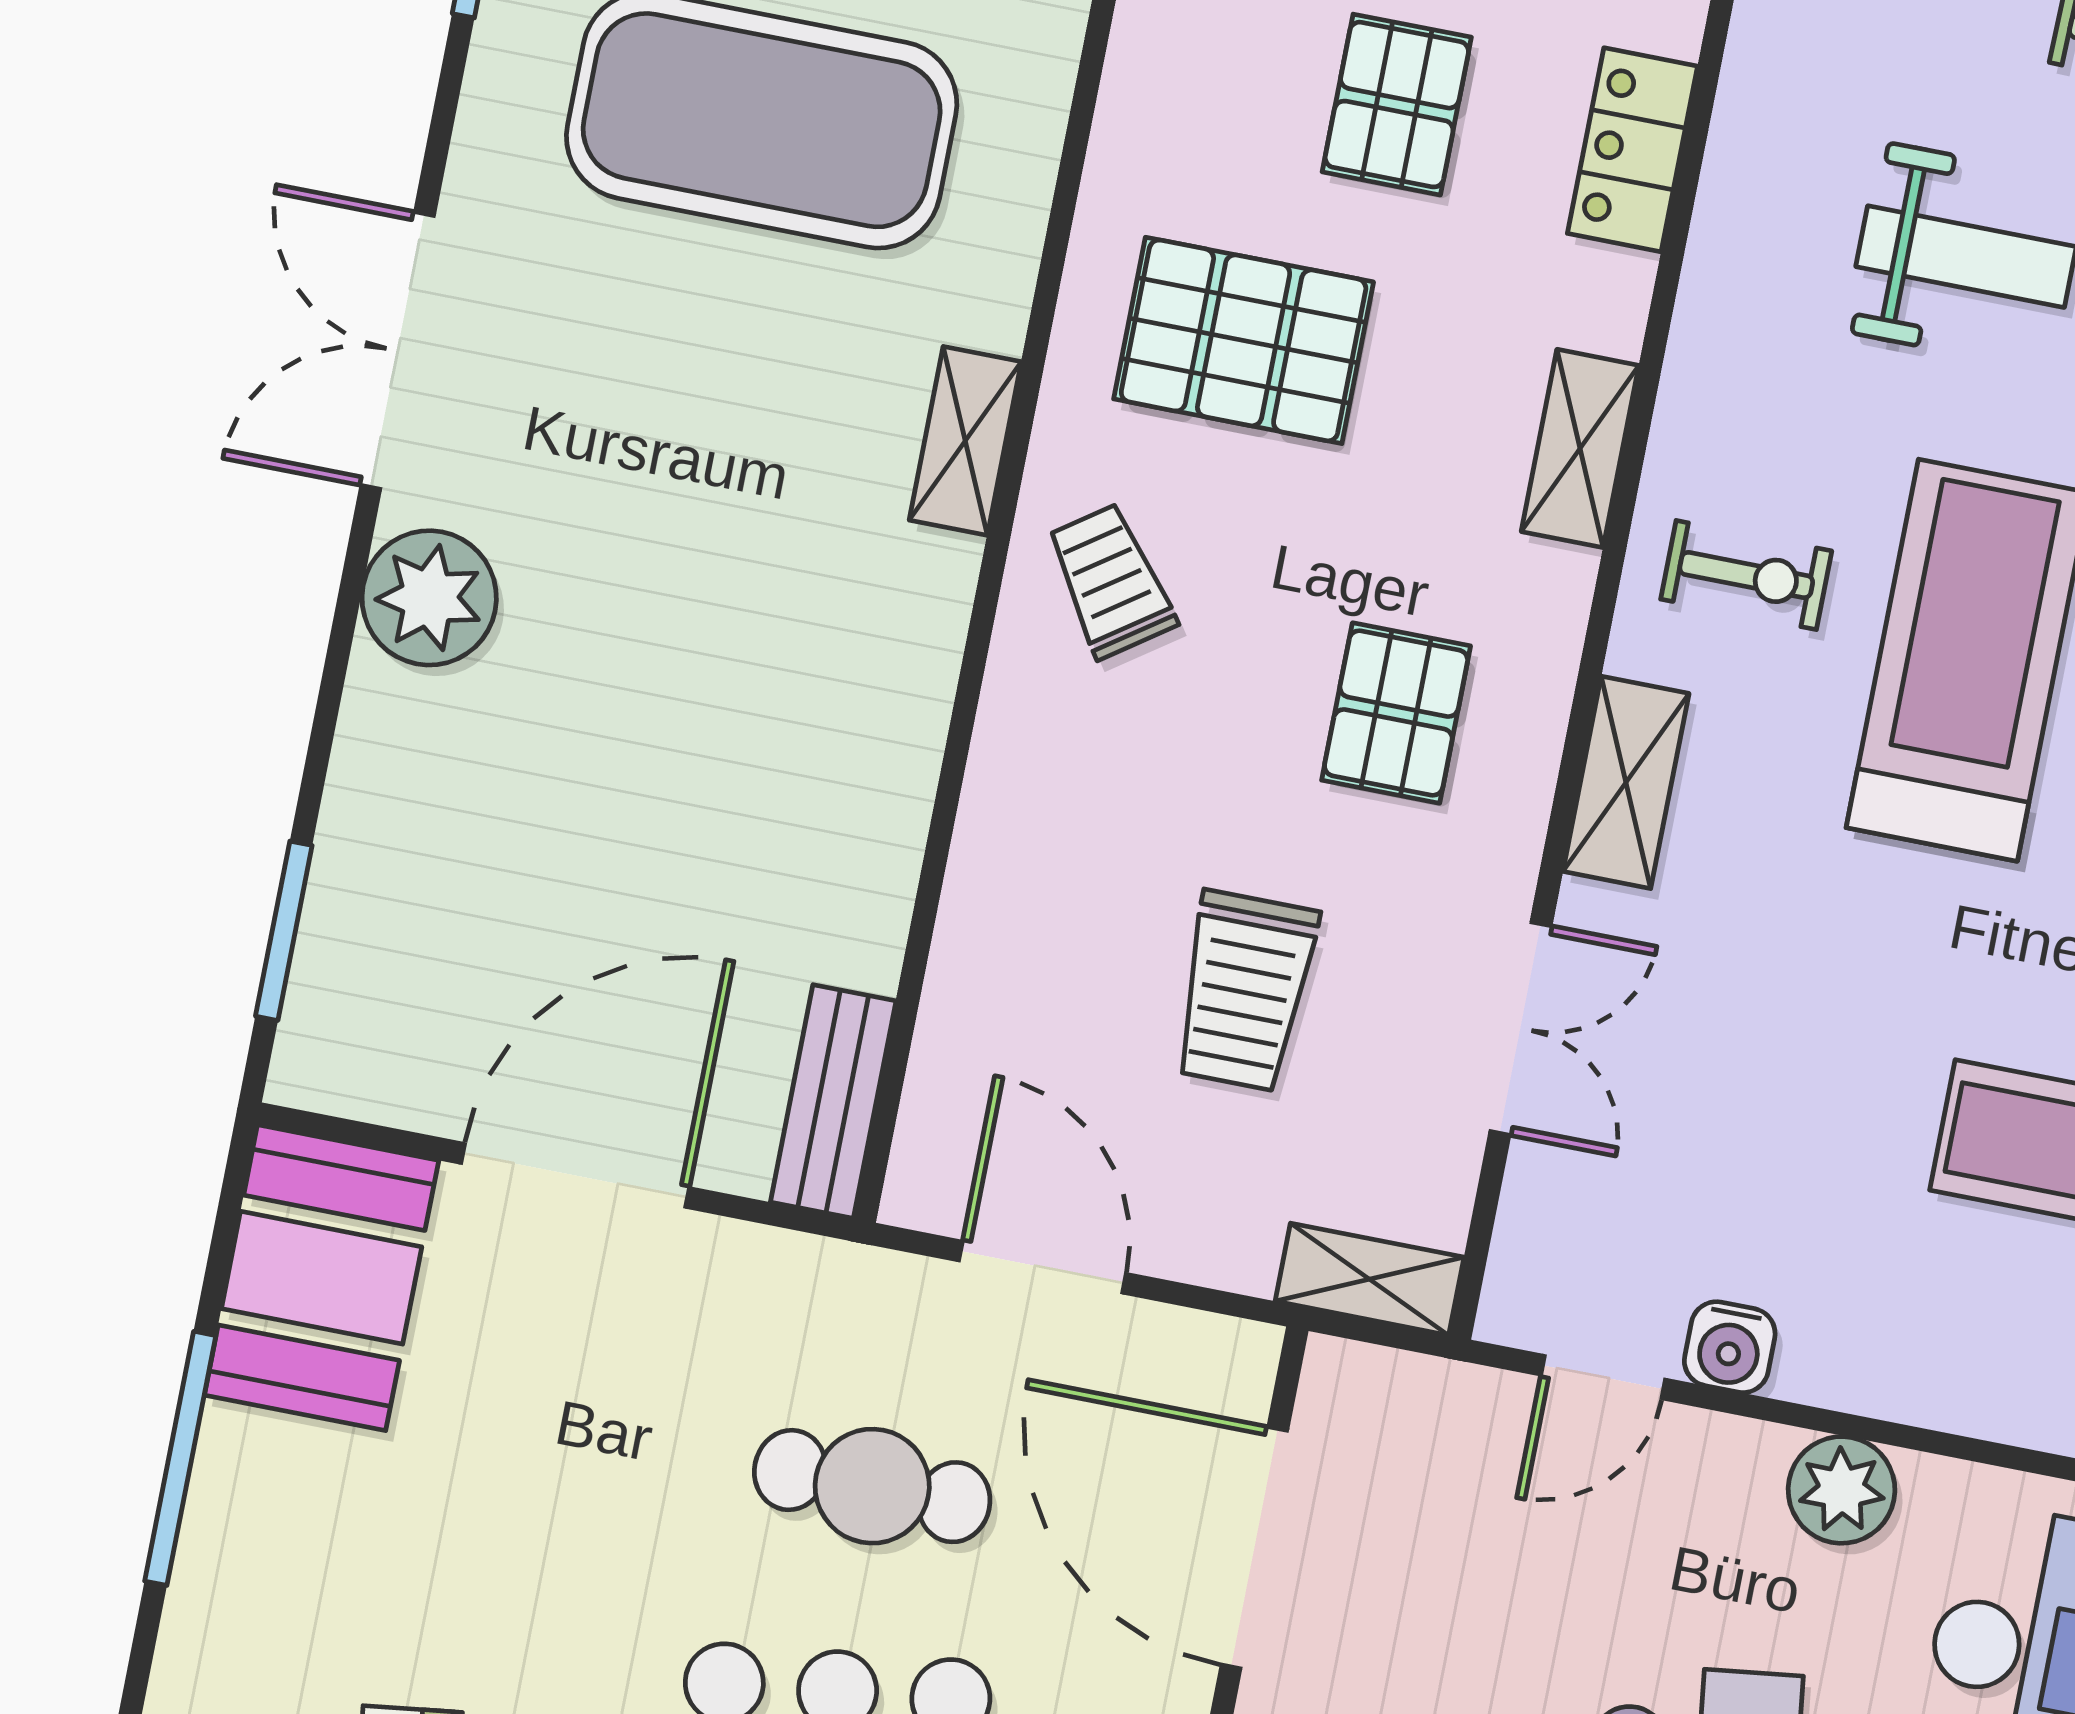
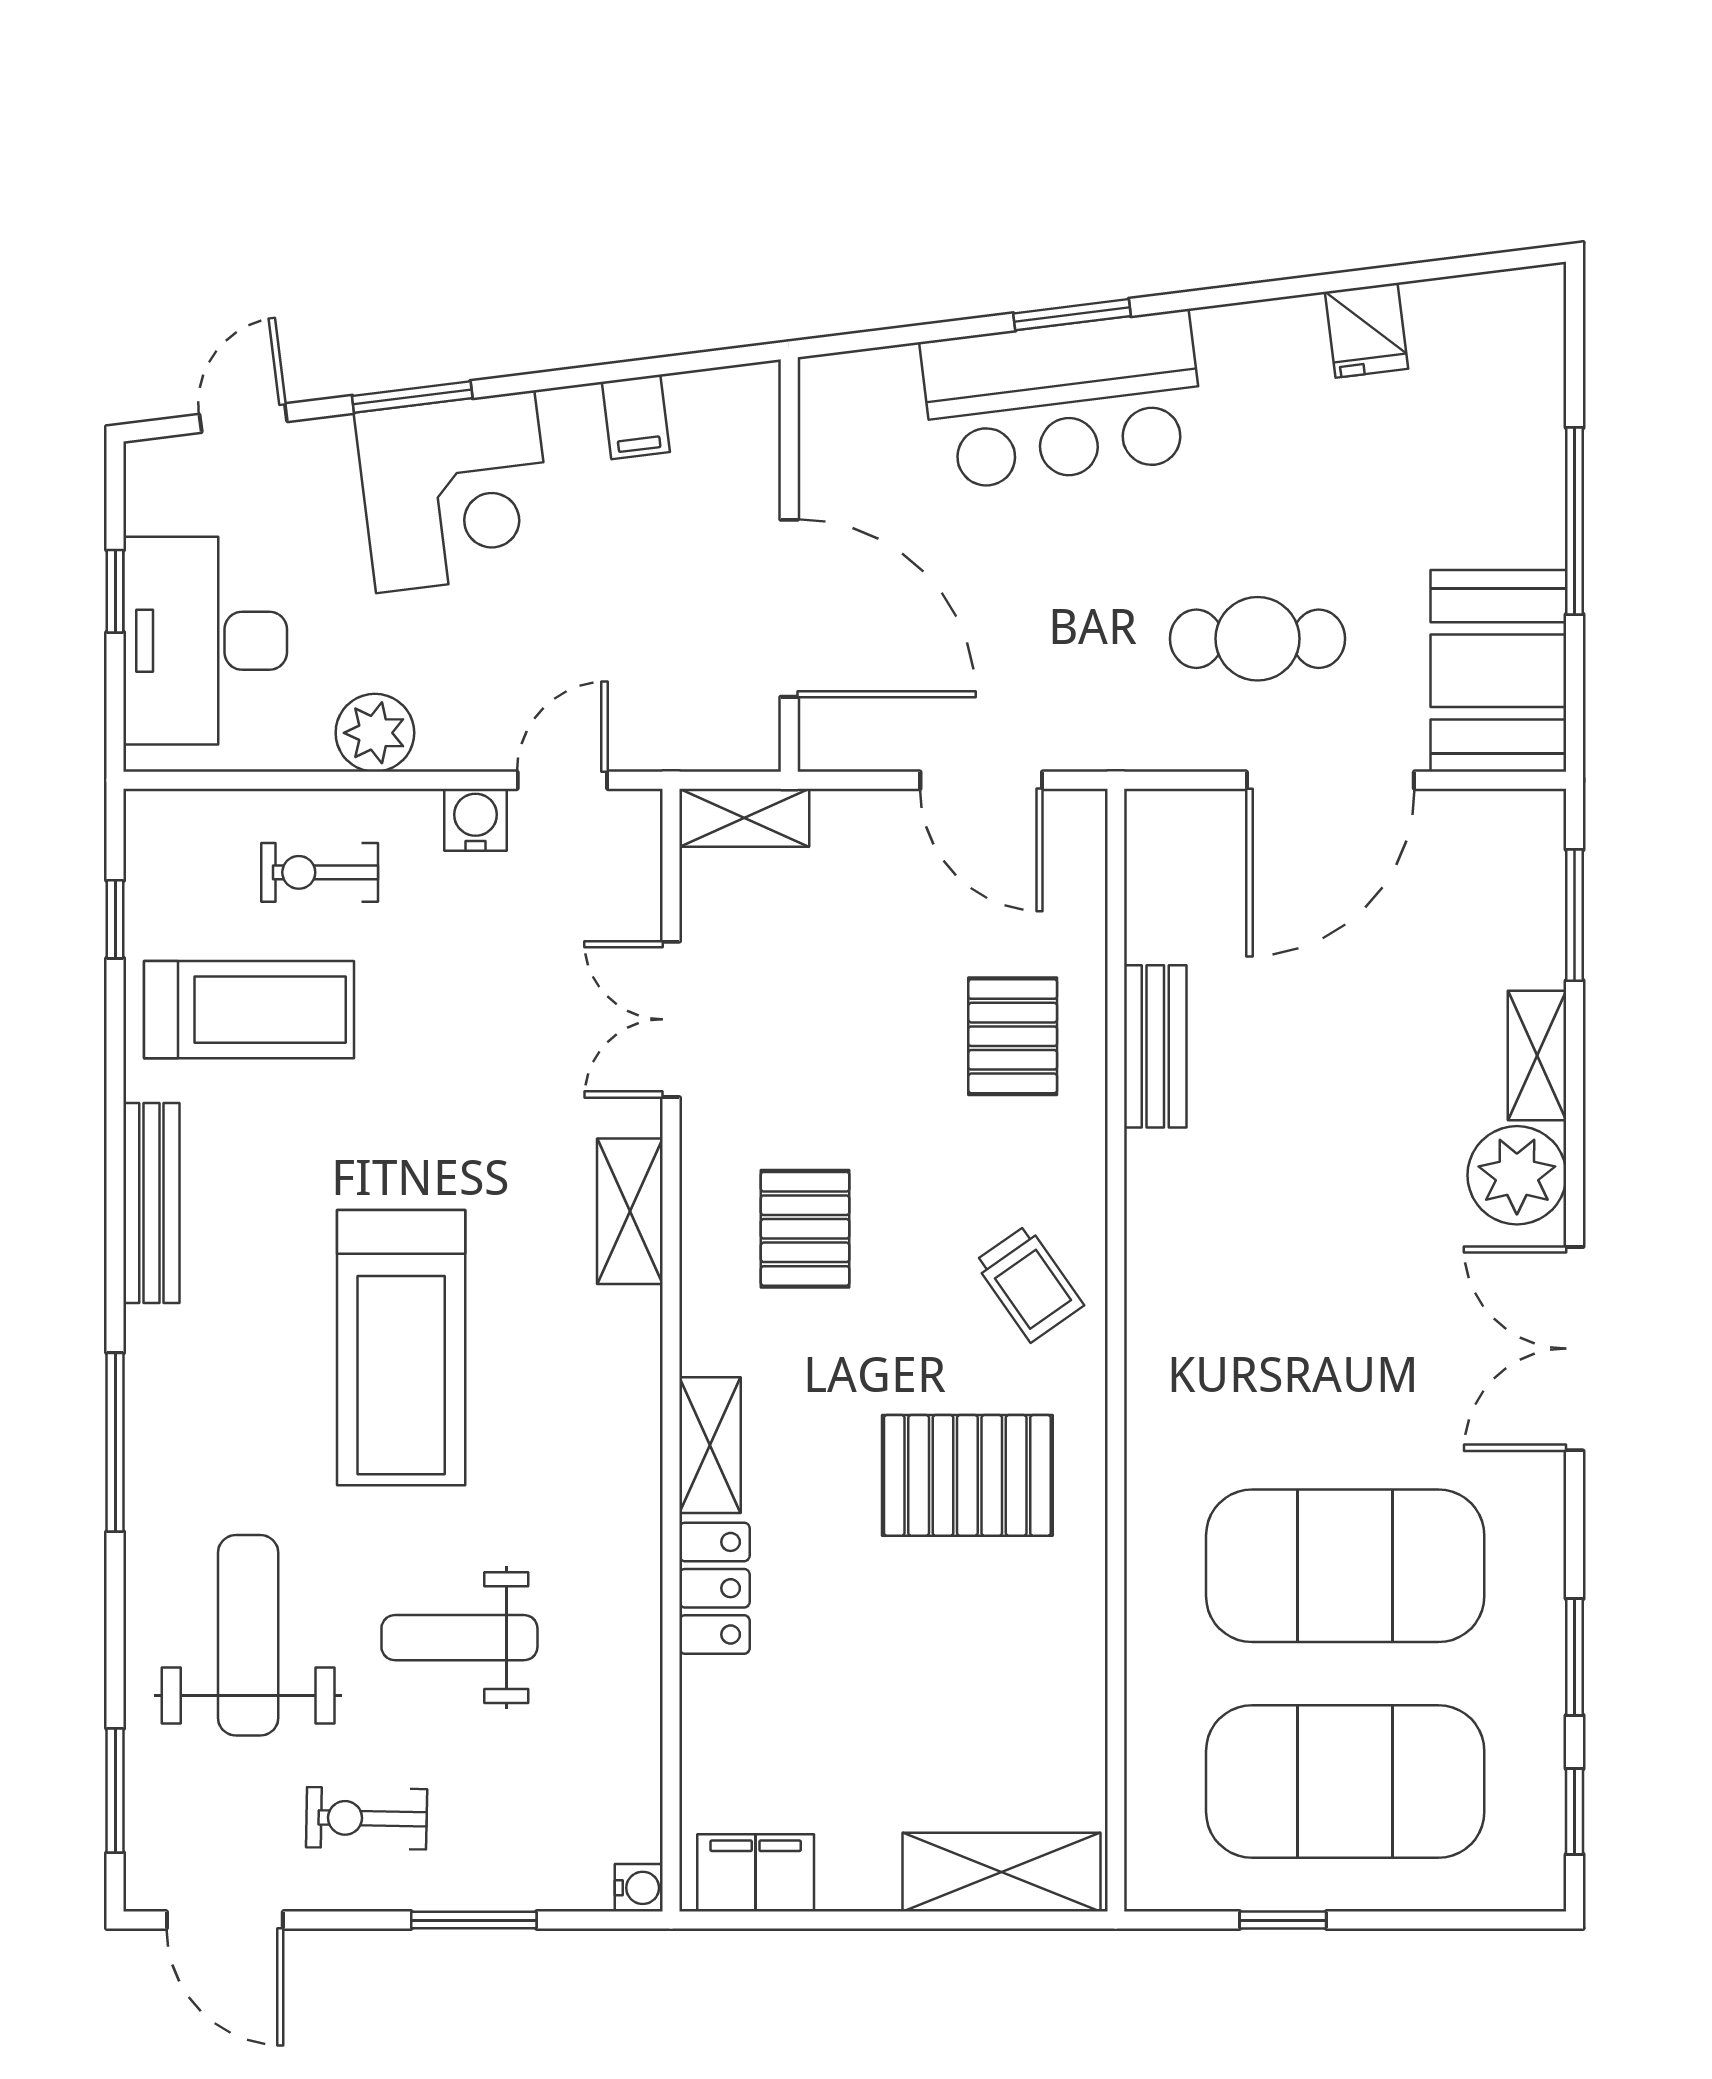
pallet: (1397, 105) -> (1013, 1036), moved
locker: (1633, 150) -> (714, 1588), moved
double door: (398, 350) -> (1575, 1349), swing flipped
shelving: (965, 441) -> (1537, 1055), moved
exercise bike: (1746, 575) -> (320, 872), moved
trolley: (1245, 991) -> (875, 1007), removed
bench: (833, 1102) -> (1155, 1046), moved
cafe table: (872, 1486) -> (1258, 639), moved

